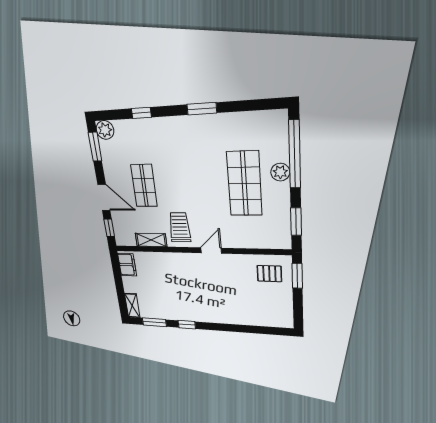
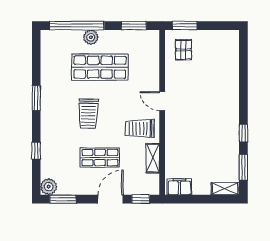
trolley: (190, 172) -> (88, 114), added

